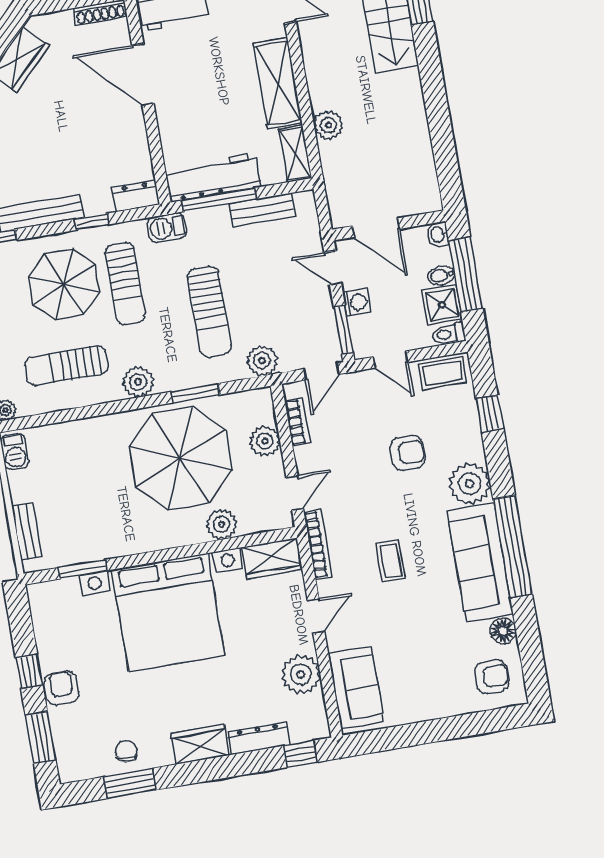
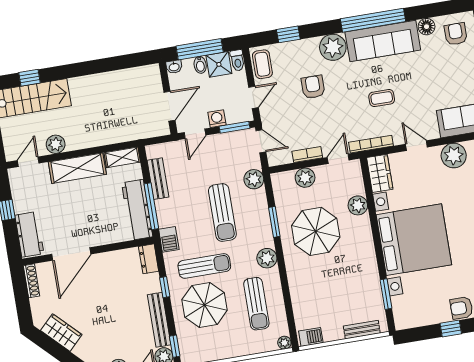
plant: (328, 125) -> (56, 144), moved
sun lounger: (209, 312) -> (222, 212), turned 90
bookcase: (297, 422) -> (307, 155), moved
parasol: (180, 458) -> (316, 231), width x0.73, depth x0.73
door: (295, 493) -> (338, 159), hinge flipped

